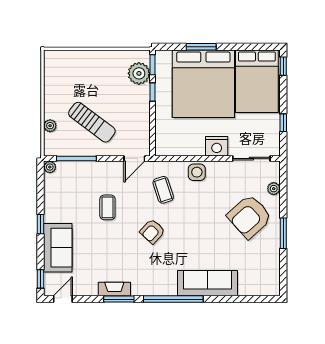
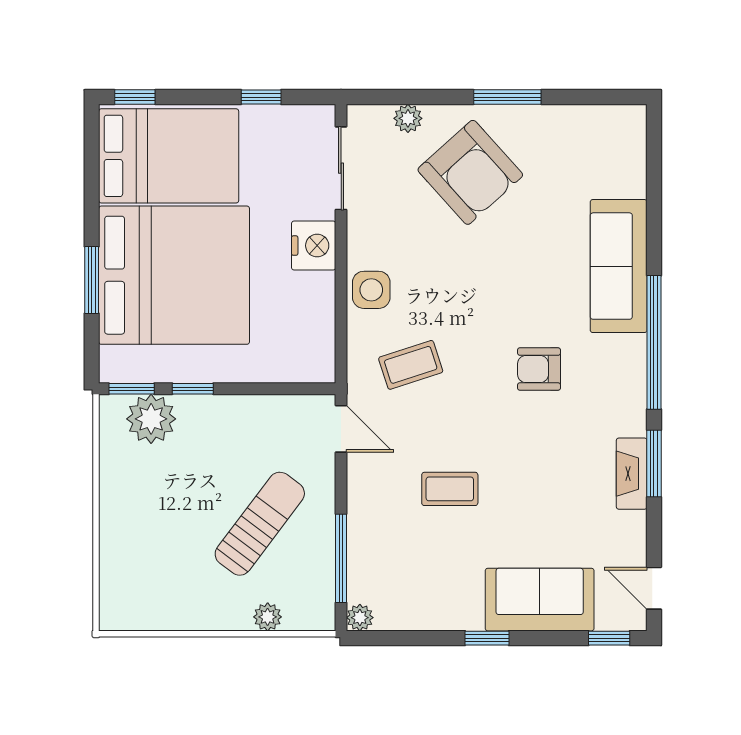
armchair: (152, 231) -> (539, 369), moved, turned 137

